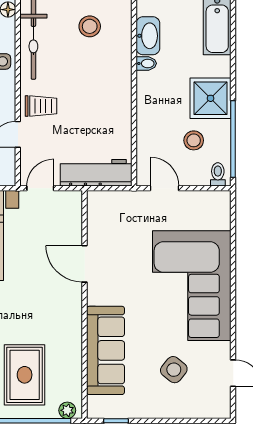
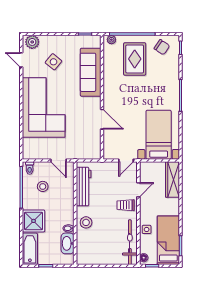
stool: (90, 26) -> (86, 222), moved
shower: (211, 98) -> (34, 221), moved
workbench: (96, 173) -> (84, 186), moved, turned -90
plant: (213, 406) -> (32, 42), added

